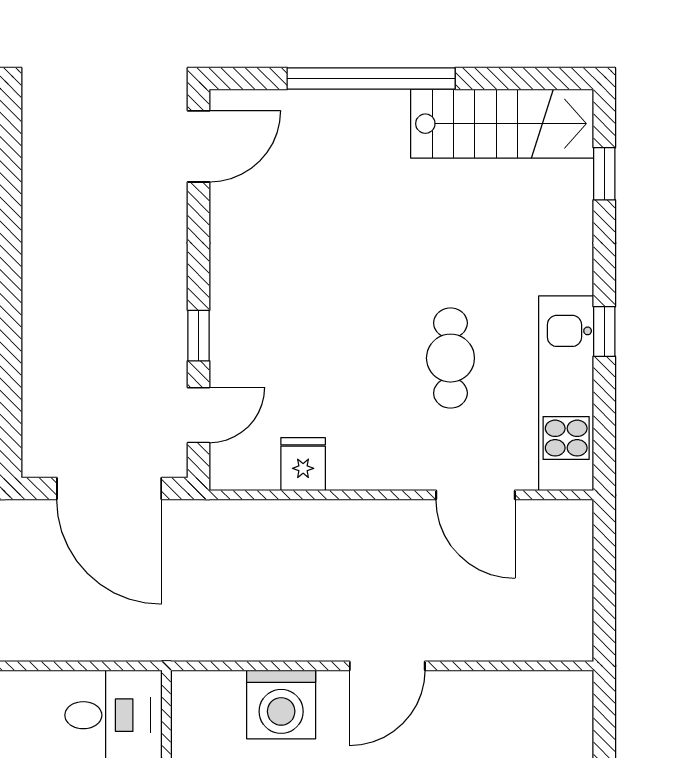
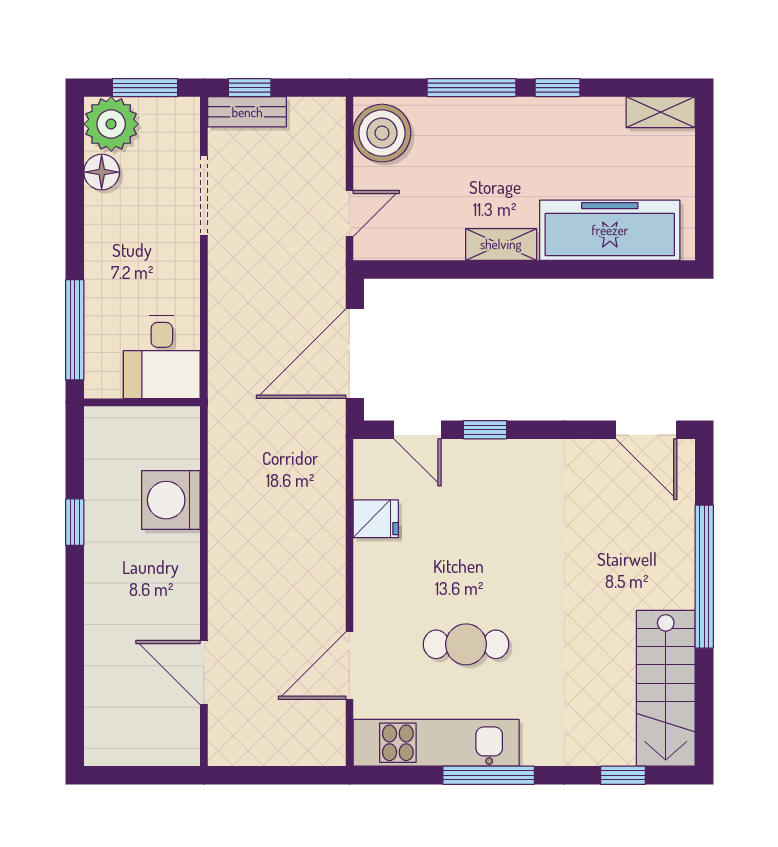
window: (604, 331) -> (489, 775), width x2.17
door: (387, 666) -> (204, 673), moved

